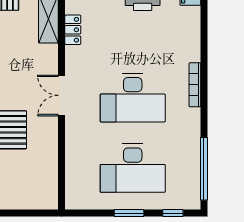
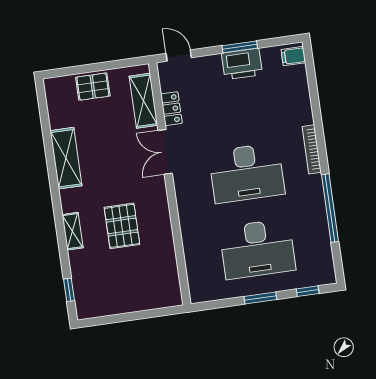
double door: (61, 95) -> (165, 152), moved
window: (204, 169) -> (330, 208), moved

